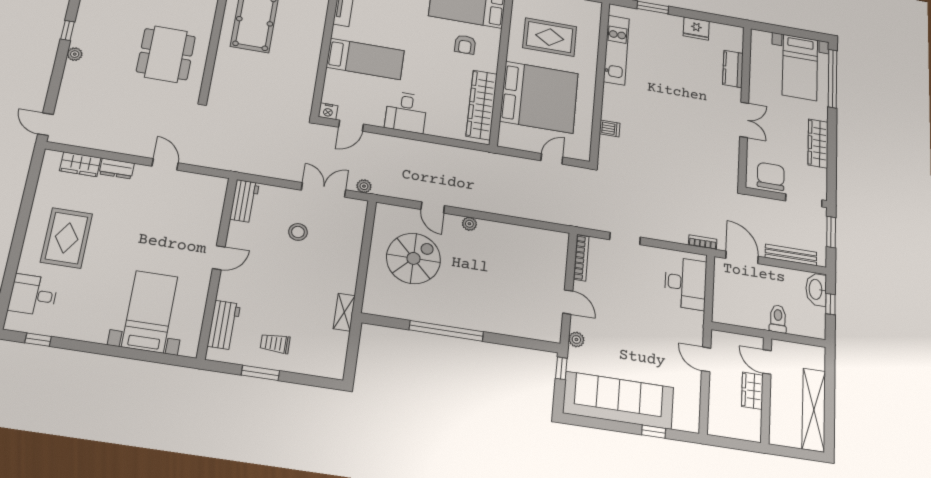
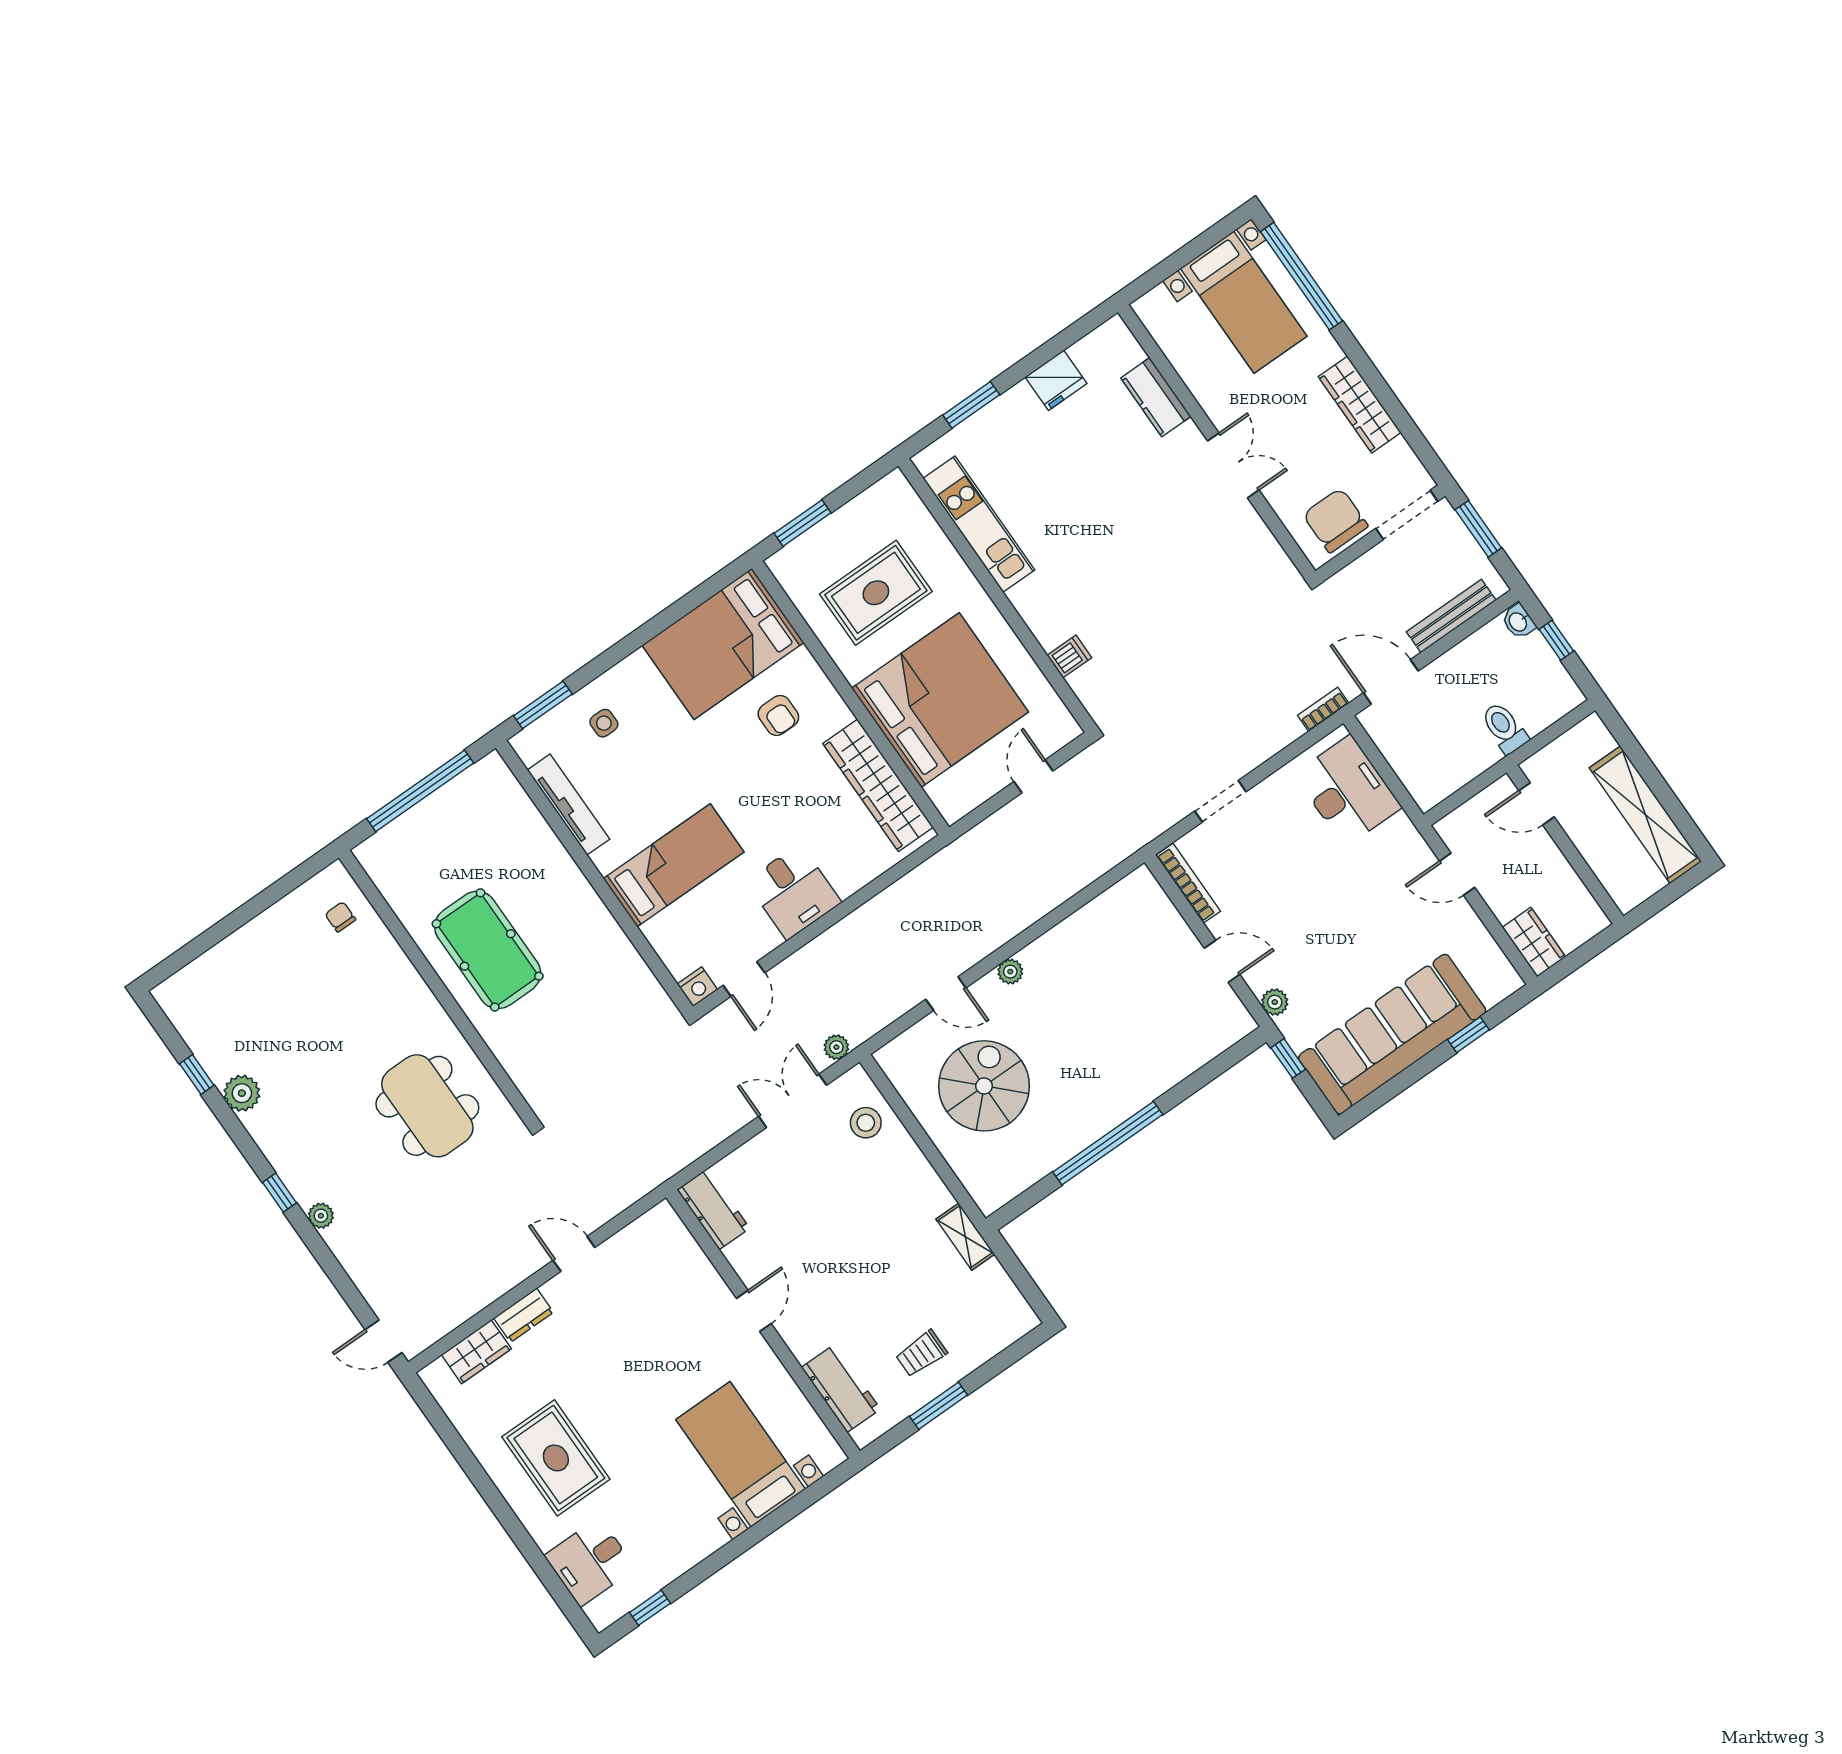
stool: (298, 232) -> (866, 1123), moved
washbasin: (816, 289) -> (1518, 622), width x0.52, depth x0.69
wardrobe: (752, 391) -> (1534, 942), moved, turned 180

